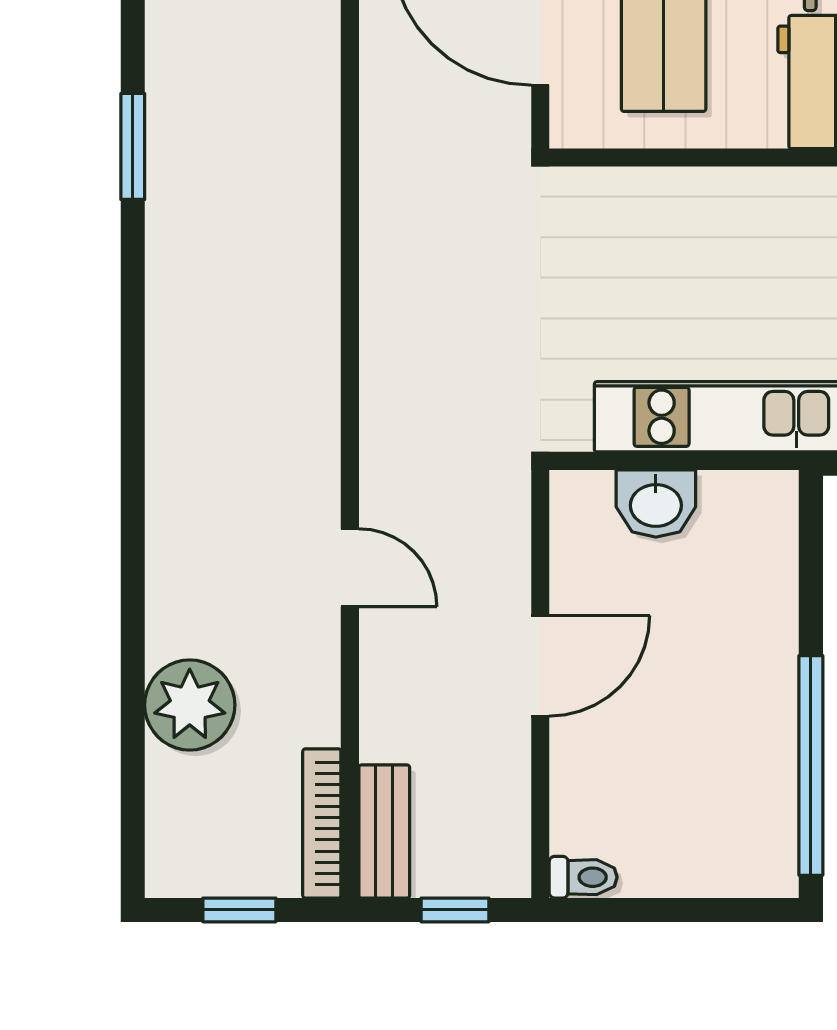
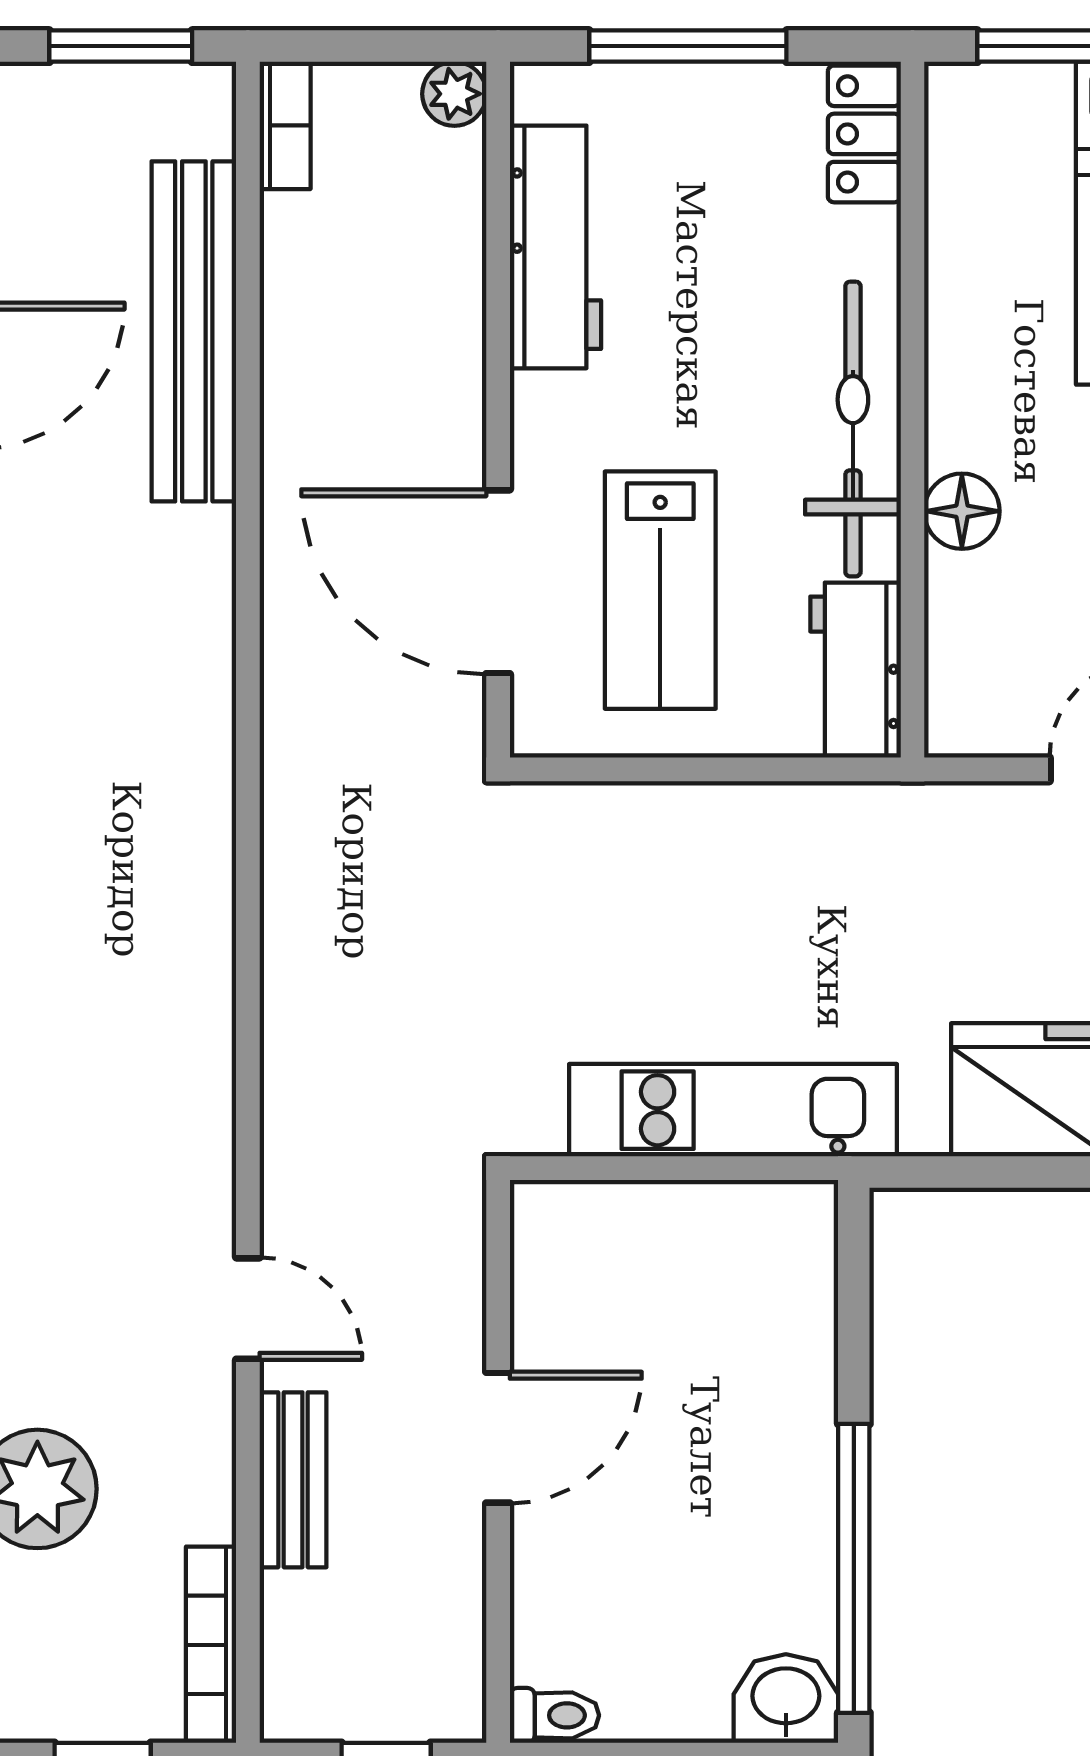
washbasin: (656, 503) -> (786, 1698), moved, turned 180
bench: (384, 832) -> (293, 1480), moved

